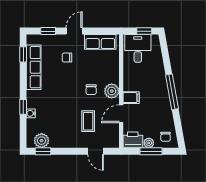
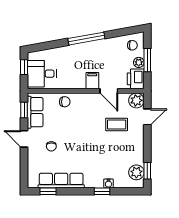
window: (48, 31) -> (24, 110), moved
chair: (91, 90) -> (65, 102), moved
plant: (112, 91) -> (136, 100), moved

